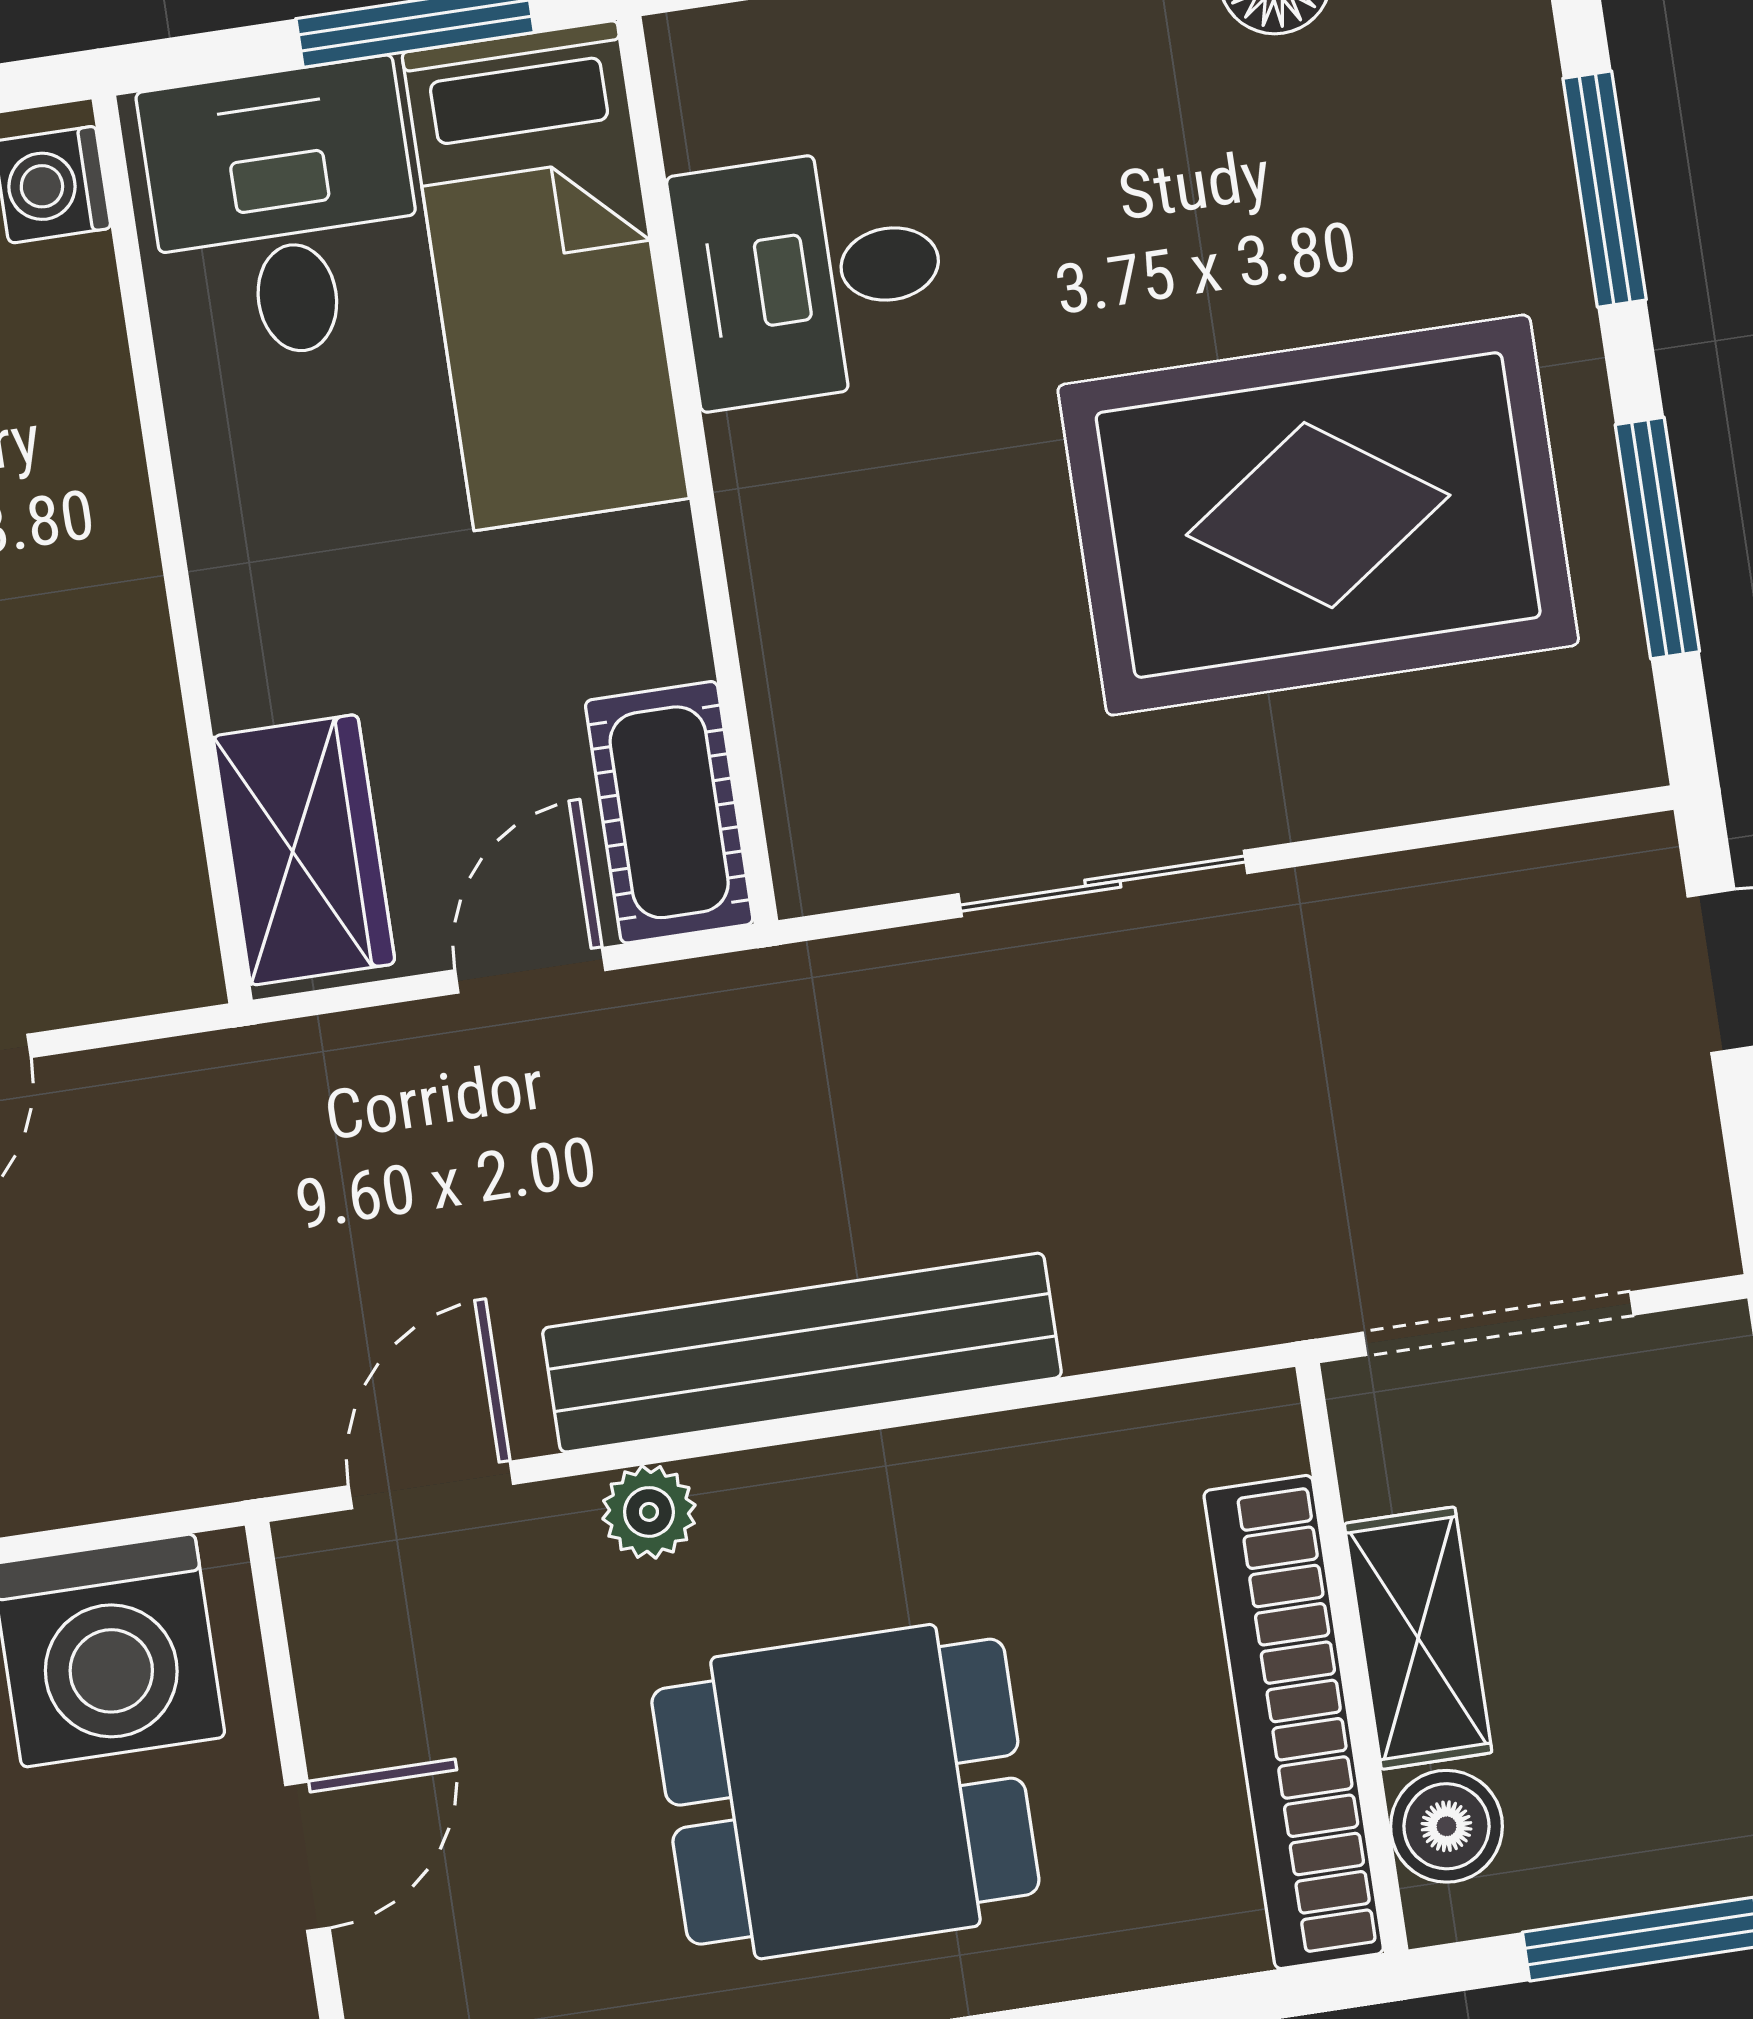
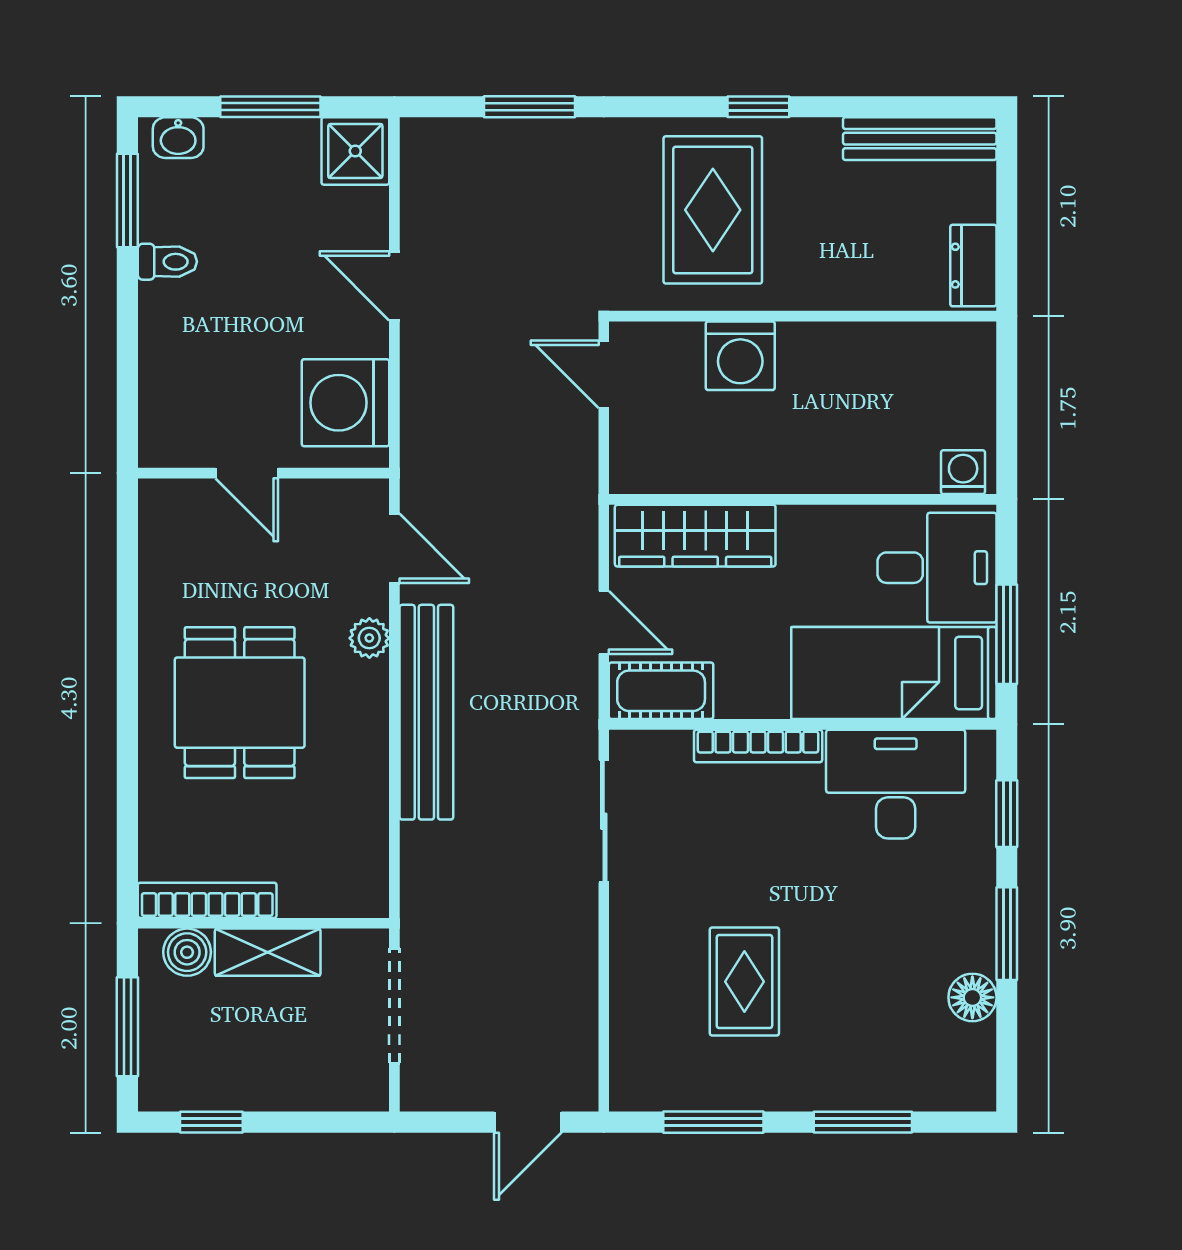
desk: (811, 276) -> (896, 784), width x1.37
rug: (1318, 515) -> (744, 982), width x0.54, depth x0.49
bookcase: (764, 567) -> (758, 746), added
wardrobe: (304, 850) -> (695, 536), width x1.50
sliding door: (1103, 884) -> (604, 821), moved
bookcase: (1294, 1722) -> (207, 900), width x0.68, depth x0.76

